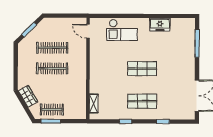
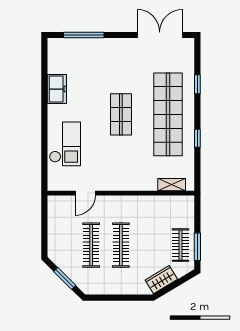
door: (88, 31) -> (85, 193), moved
shop shelf: (142, 101) -> (168, 114), width x2.00, depth x1.36

